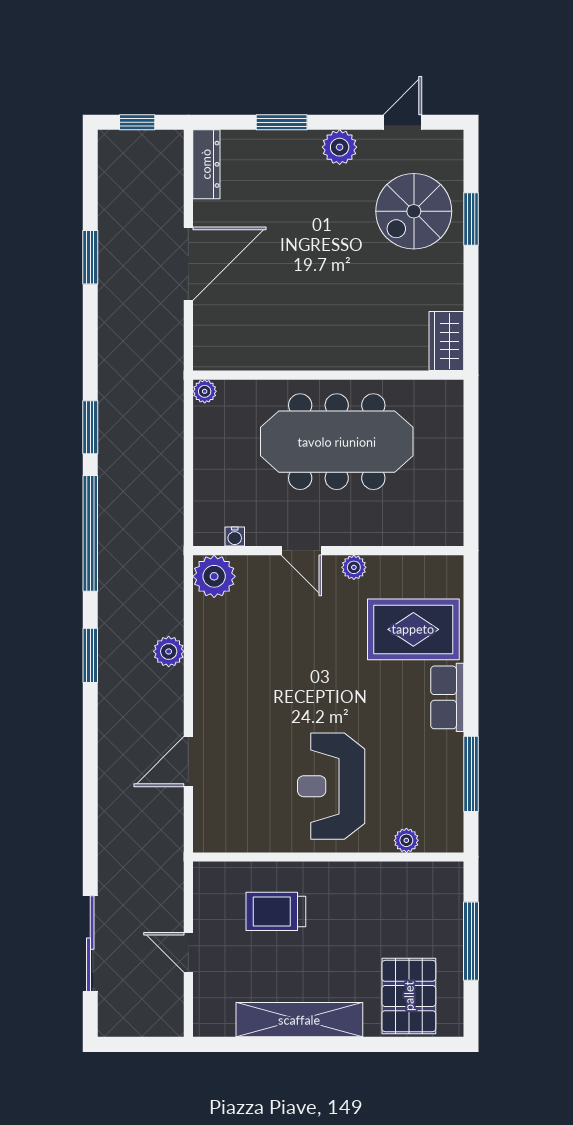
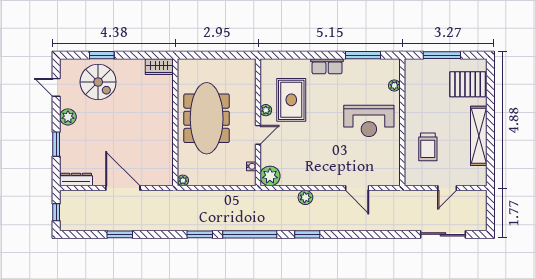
rug: (413, 629) -> (291, 100), moved

